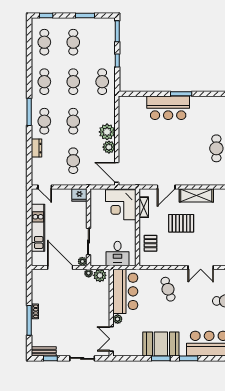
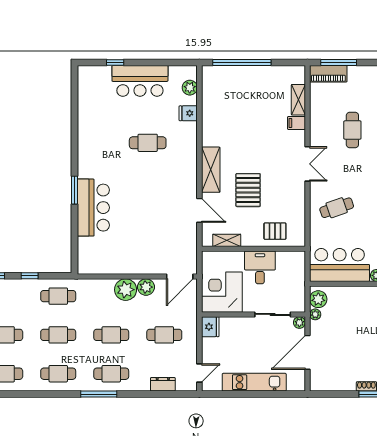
dresser: (36, 148) -> (163, 384), moved
corner desk: (121, 205) -> (222, 292), moved, turned 180
desk: (118, 254) -> (260, 267), moved, turned -90

